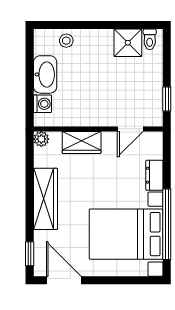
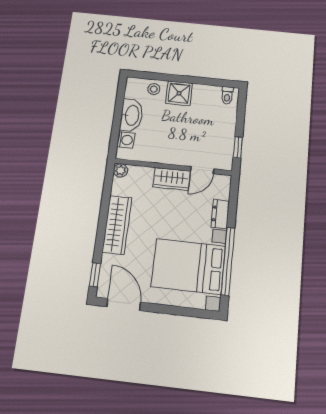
shower: (128, 43) -> (179, 93), moved
wardrobe: (82, 142) -> (172, 179), moved

